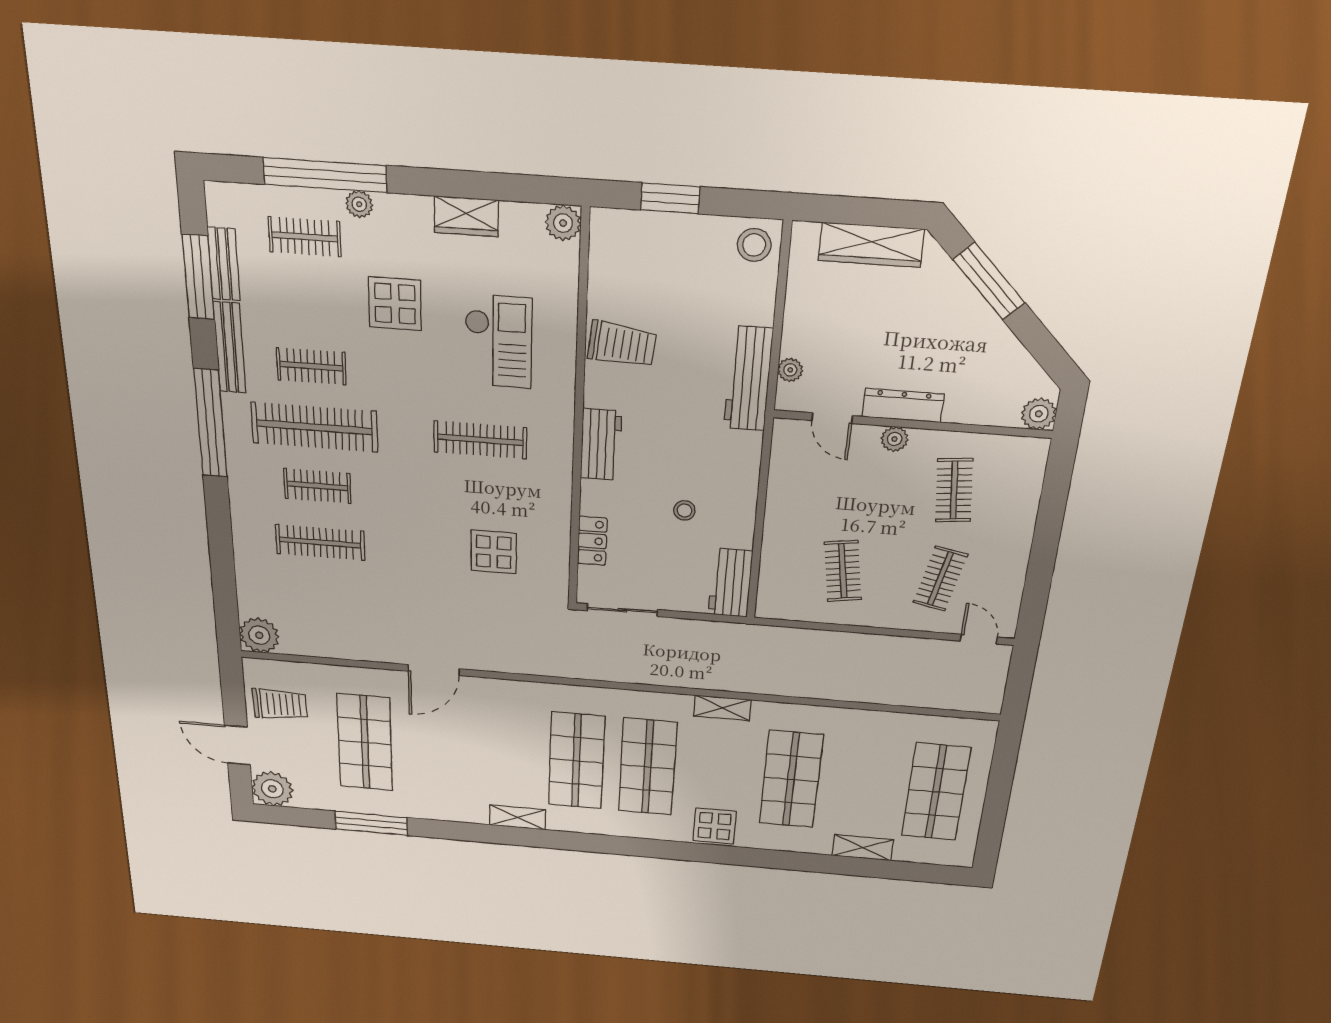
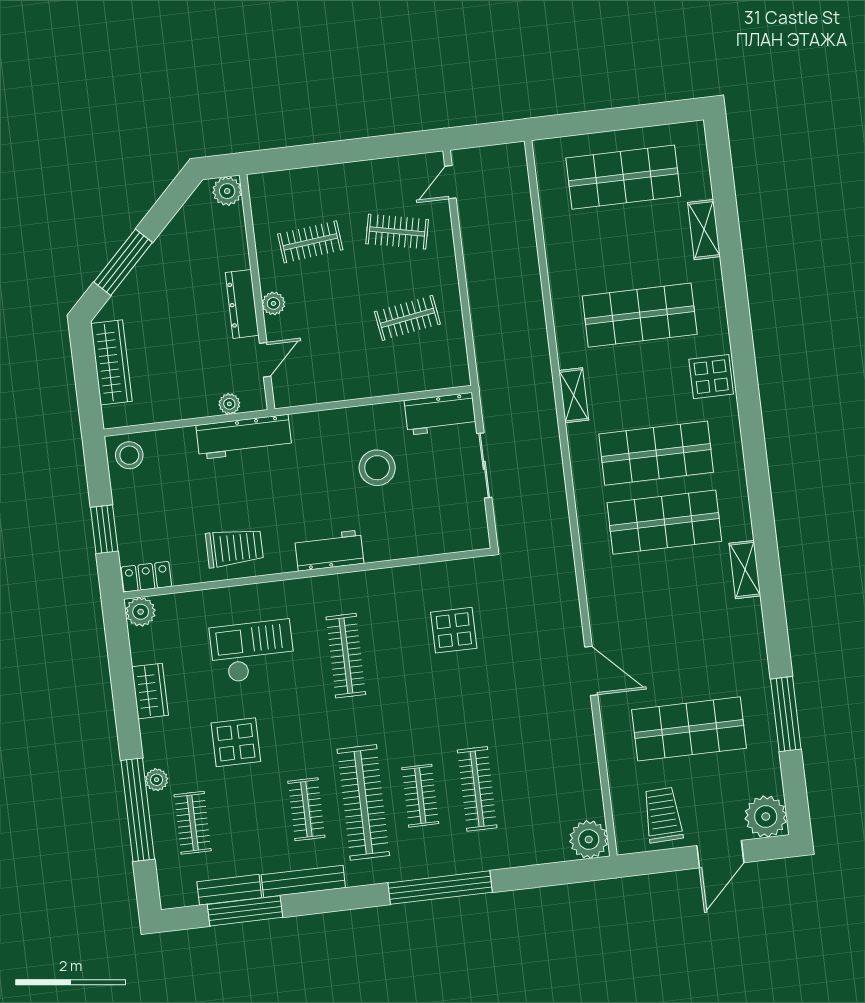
trolley: (622, 344) -> (234, 548), turned 84
window: (211, 423) -> (440, 888), moved
stool: (684, 510) -> (377, 468), width x1.89, depth x1.89
locker: (592, 541) -> (146, 577), moved
sliding door: (622, 610) -> (484, 465), moved

